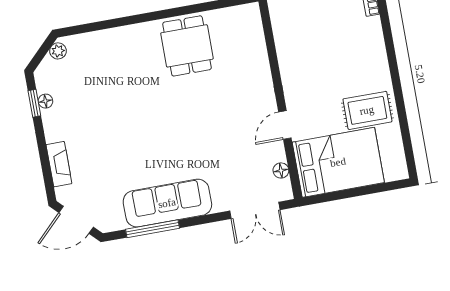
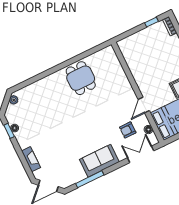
armchair: (244, 161) -> (128, 130), added
sofa: (167, 203) -> (99, 161), width x0.73
double door: (255, 210) -> (141, 154), swing flipped

